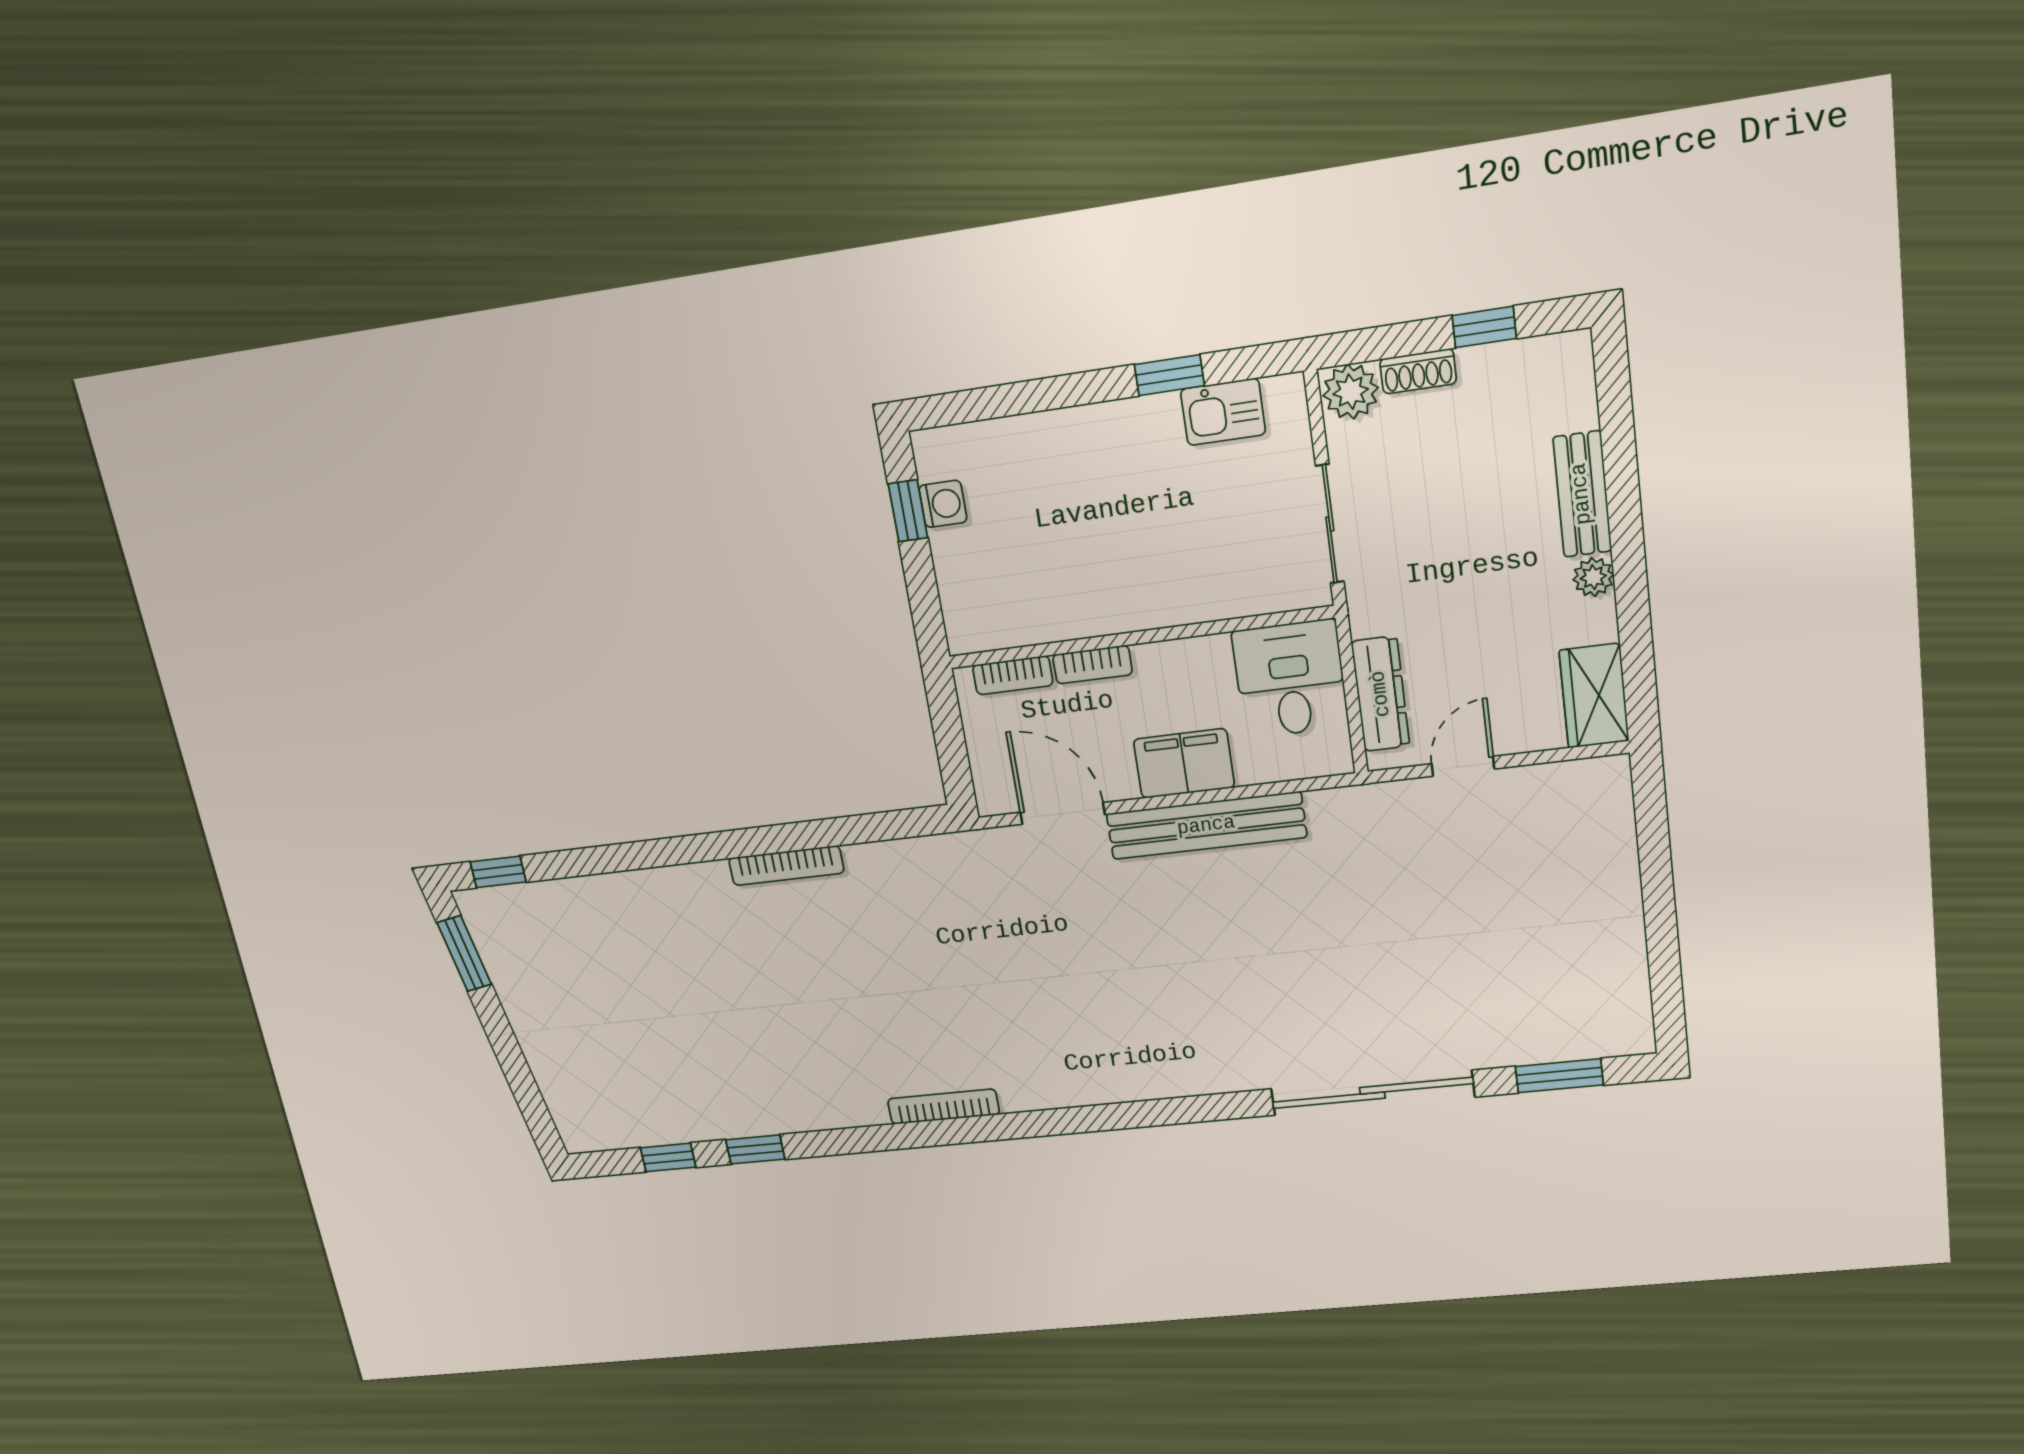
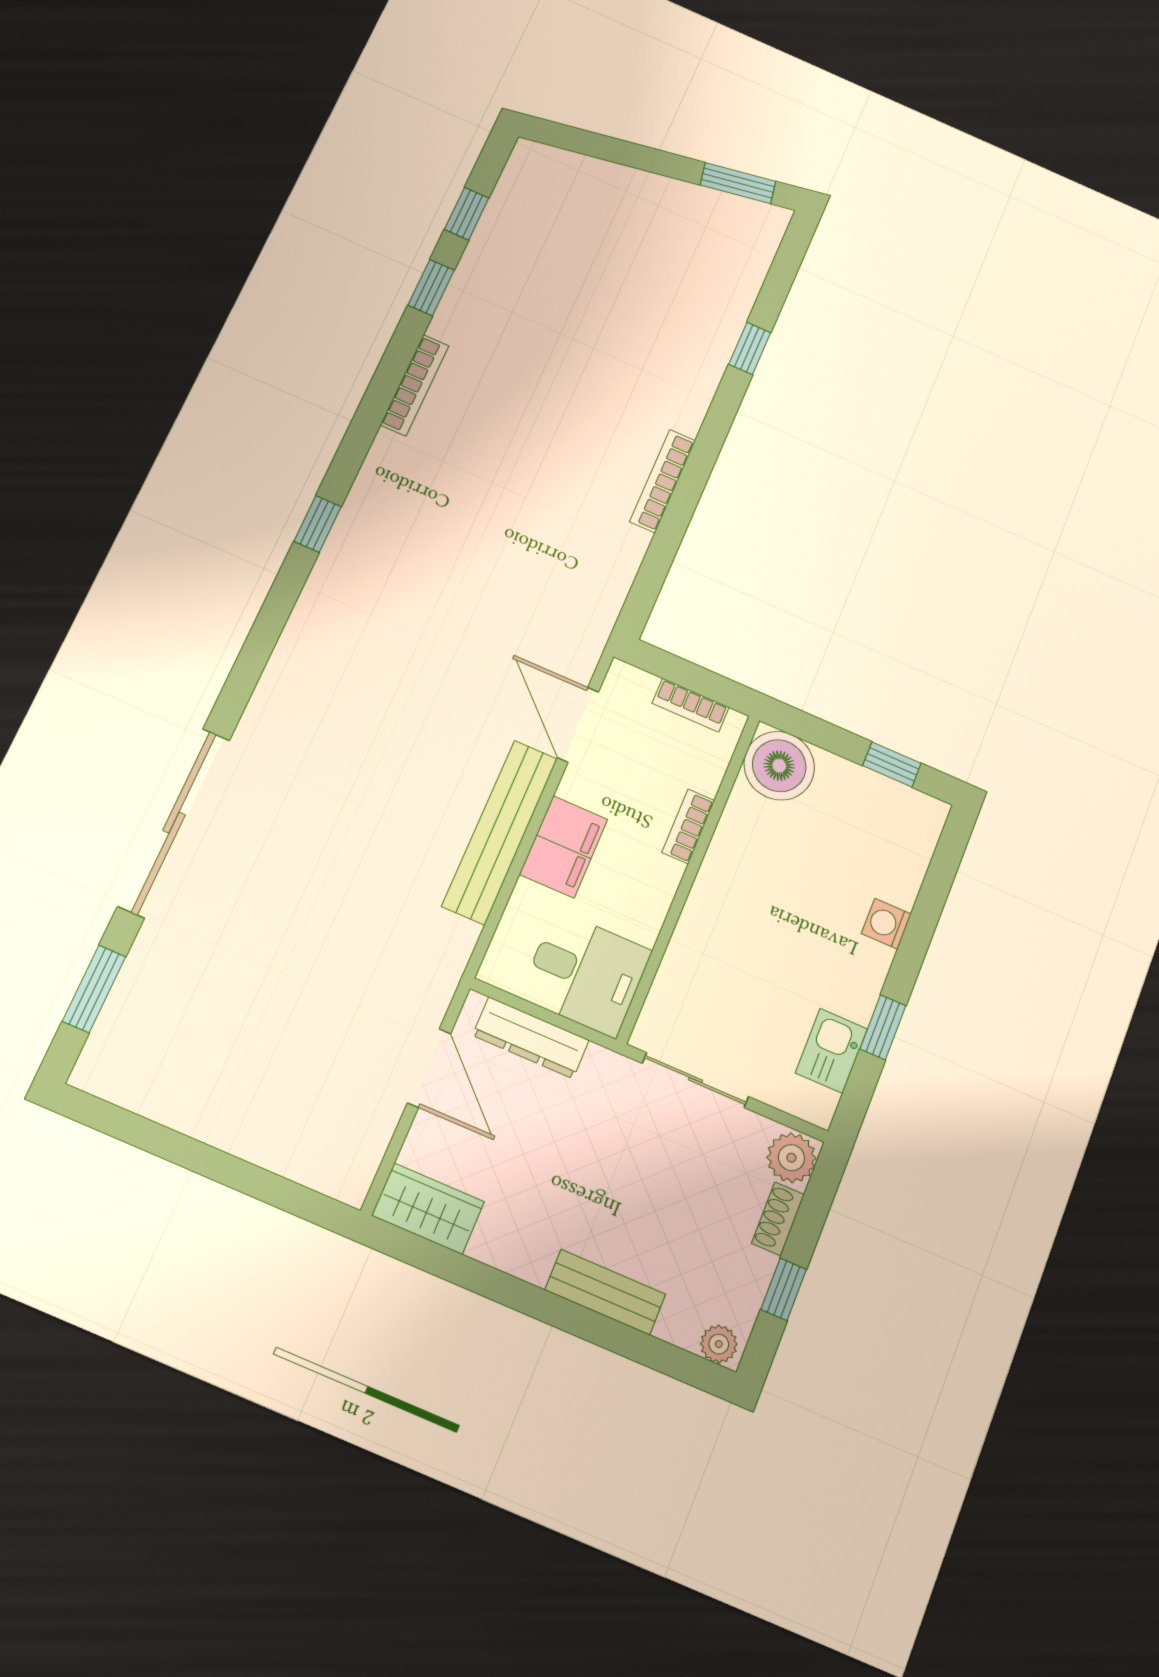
washing machine: (943, 504) -> (886, 924), moved, turned 90
plant: (1593, 577) -> (719, 1344), moved
boiler: (980, 615) -> (779, 766), added
bookcase: (1013, 675) -> (691, 705), moved, turned -90
door: (1463, 766) -> (429, 1068), width x1.38
door: (1062, 813) -> (578, 725), swing flipped
window: (498, 872) -> (750, 348), moved
bookcase: (943, 1107) -> (415, 385), moved
window: (1031, 1124) -> (318, 524), added

